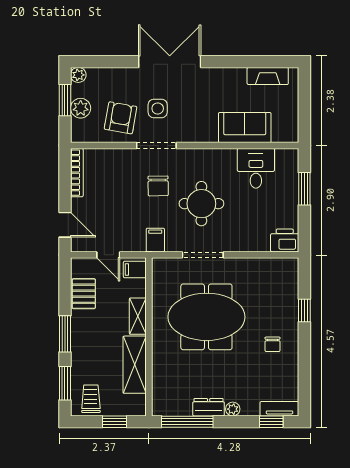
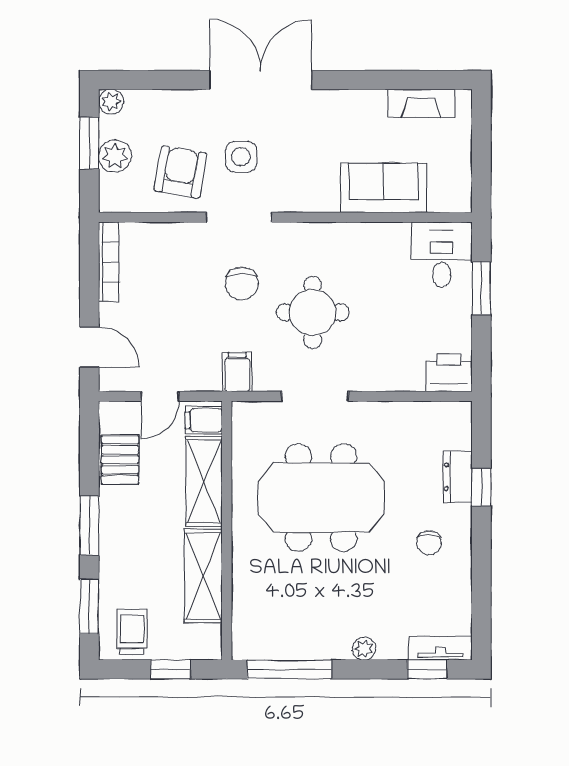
desk: (256, 168) -> (442, 255), moved
door: (108, 255) -> (160, 396), hinge flipped
shelving: (138, 316) -> (204, 482), width x1.50, depth x1.33
dresser: (209, 407) -> (458, 477), moved, turned -90

